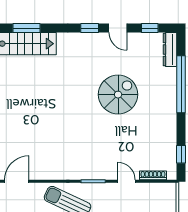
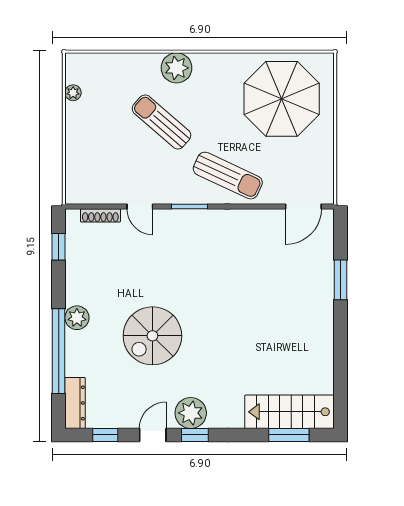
door: (118, 28) -> (153, 435), hinge flipped
plant: (92, 43) -> (191, 413), added
plant: (169, 107) -> (77, 318), added

